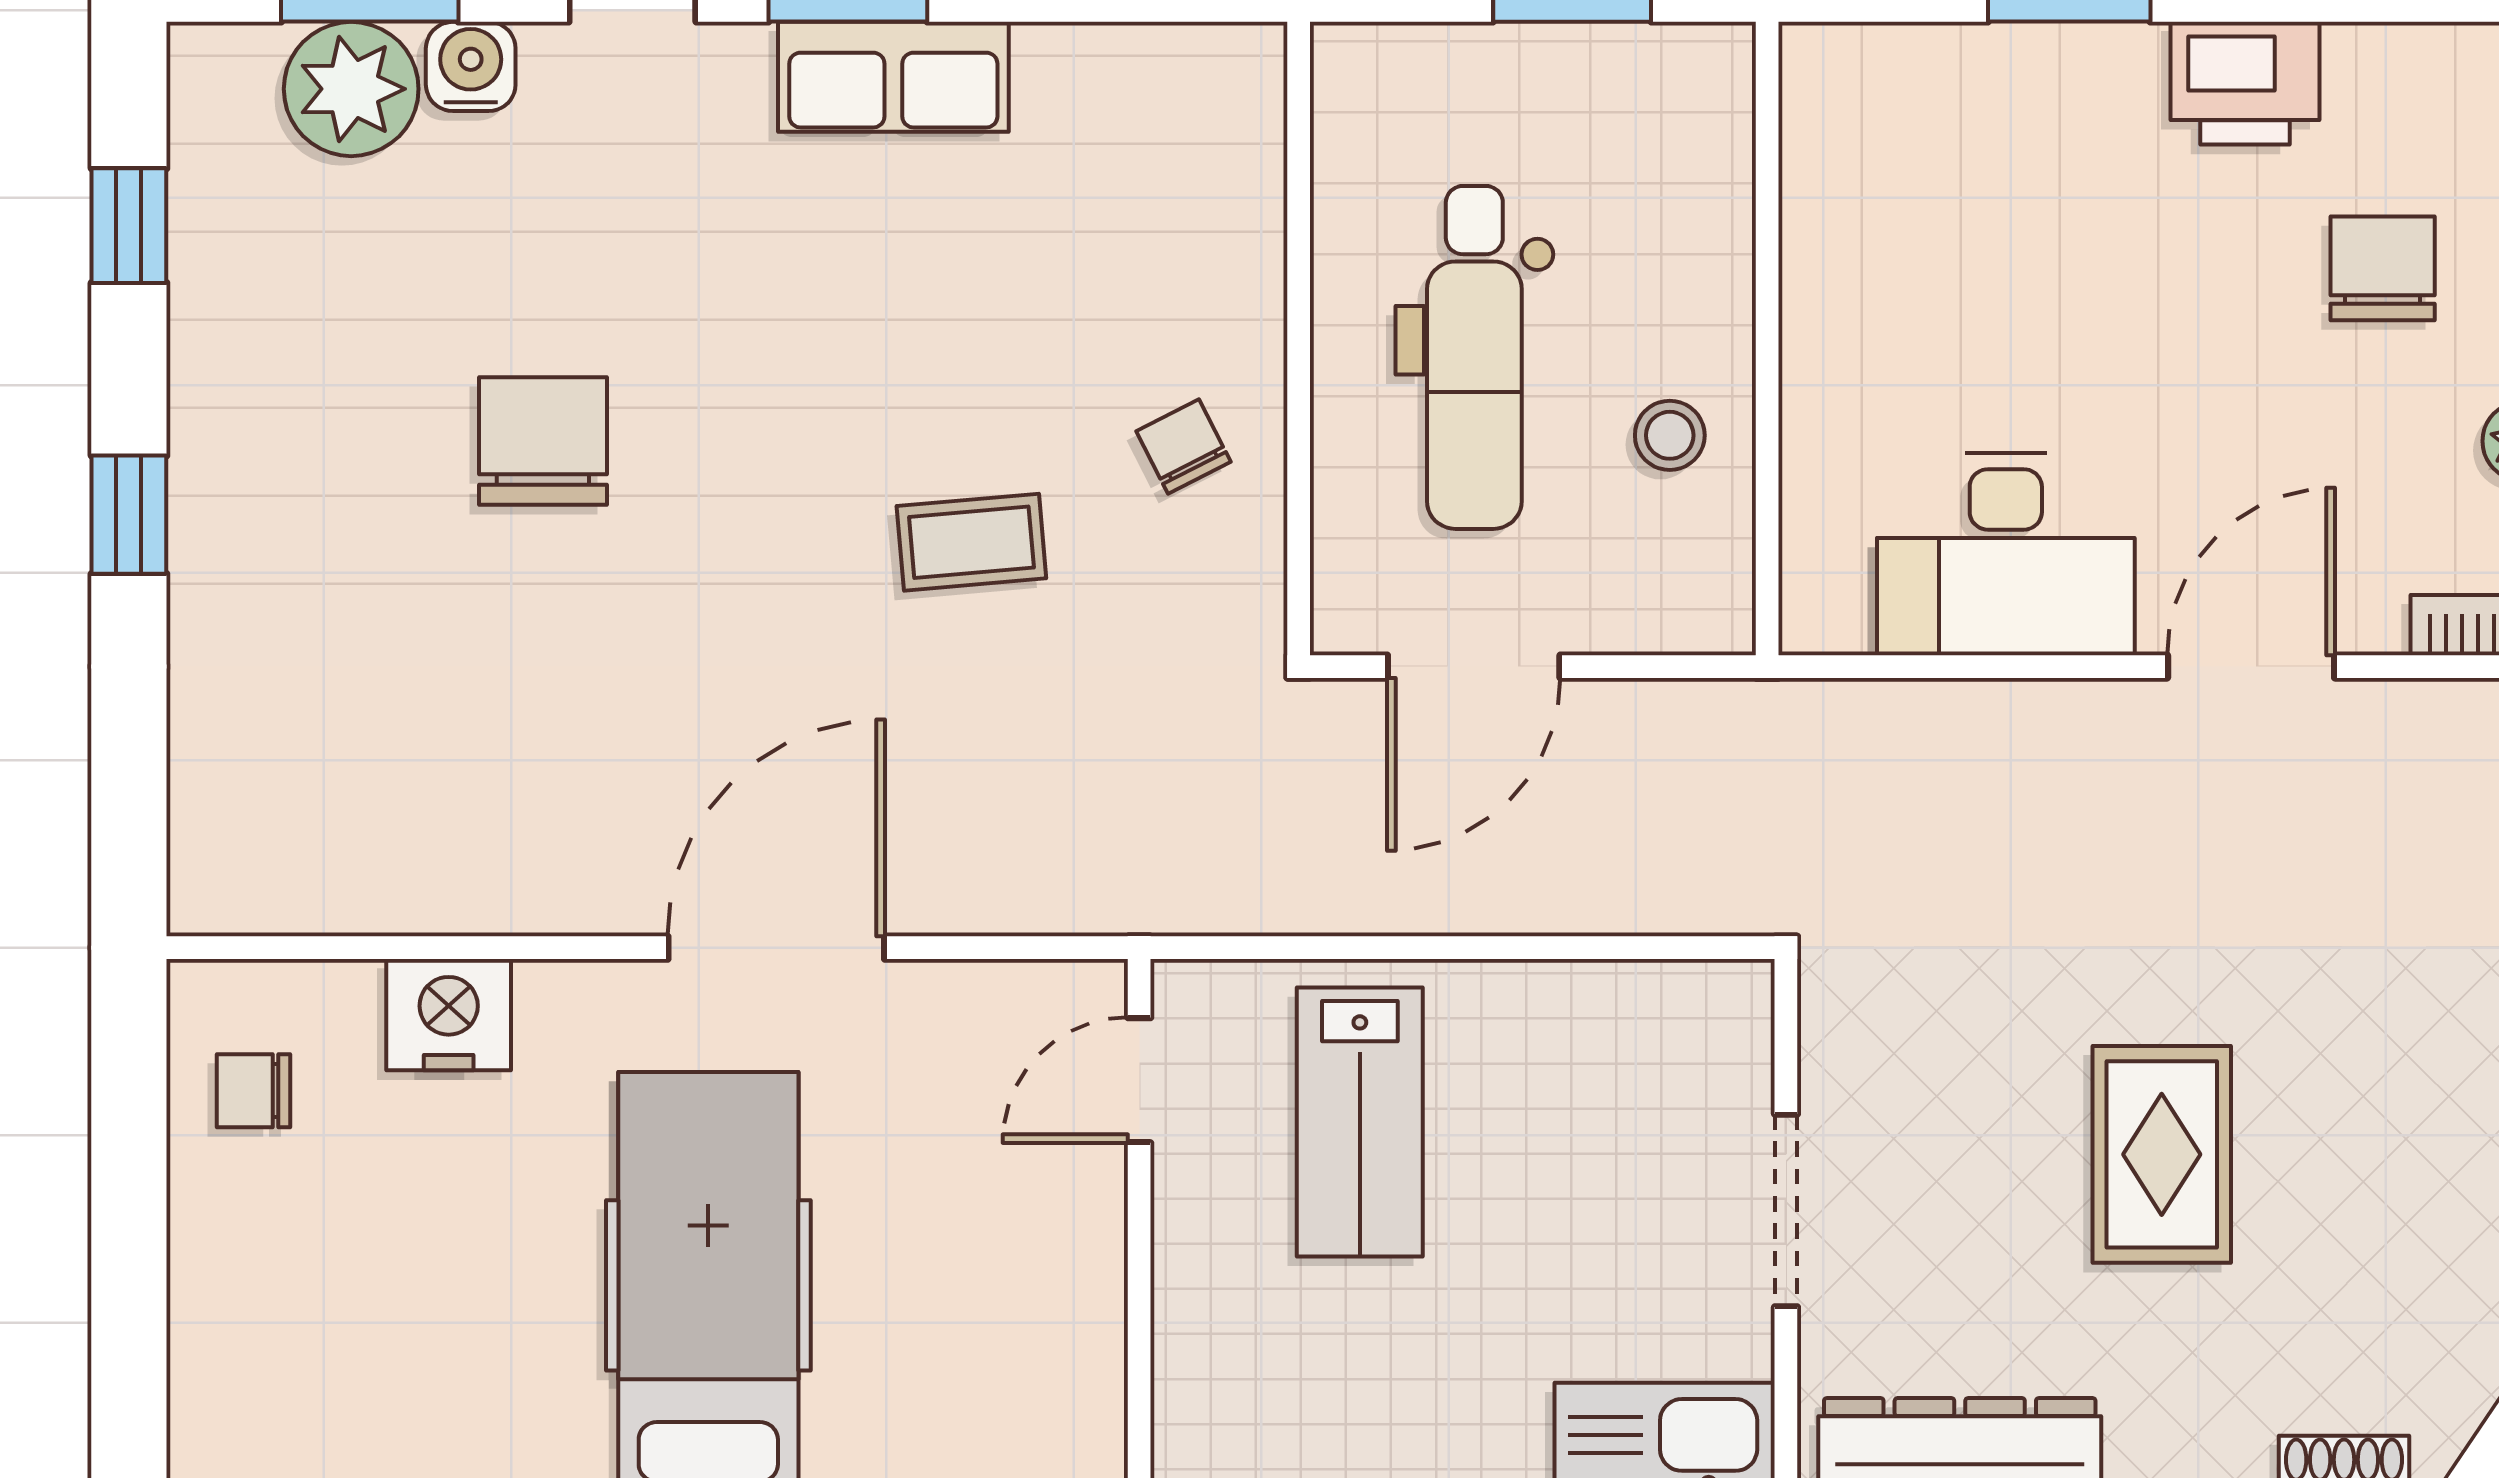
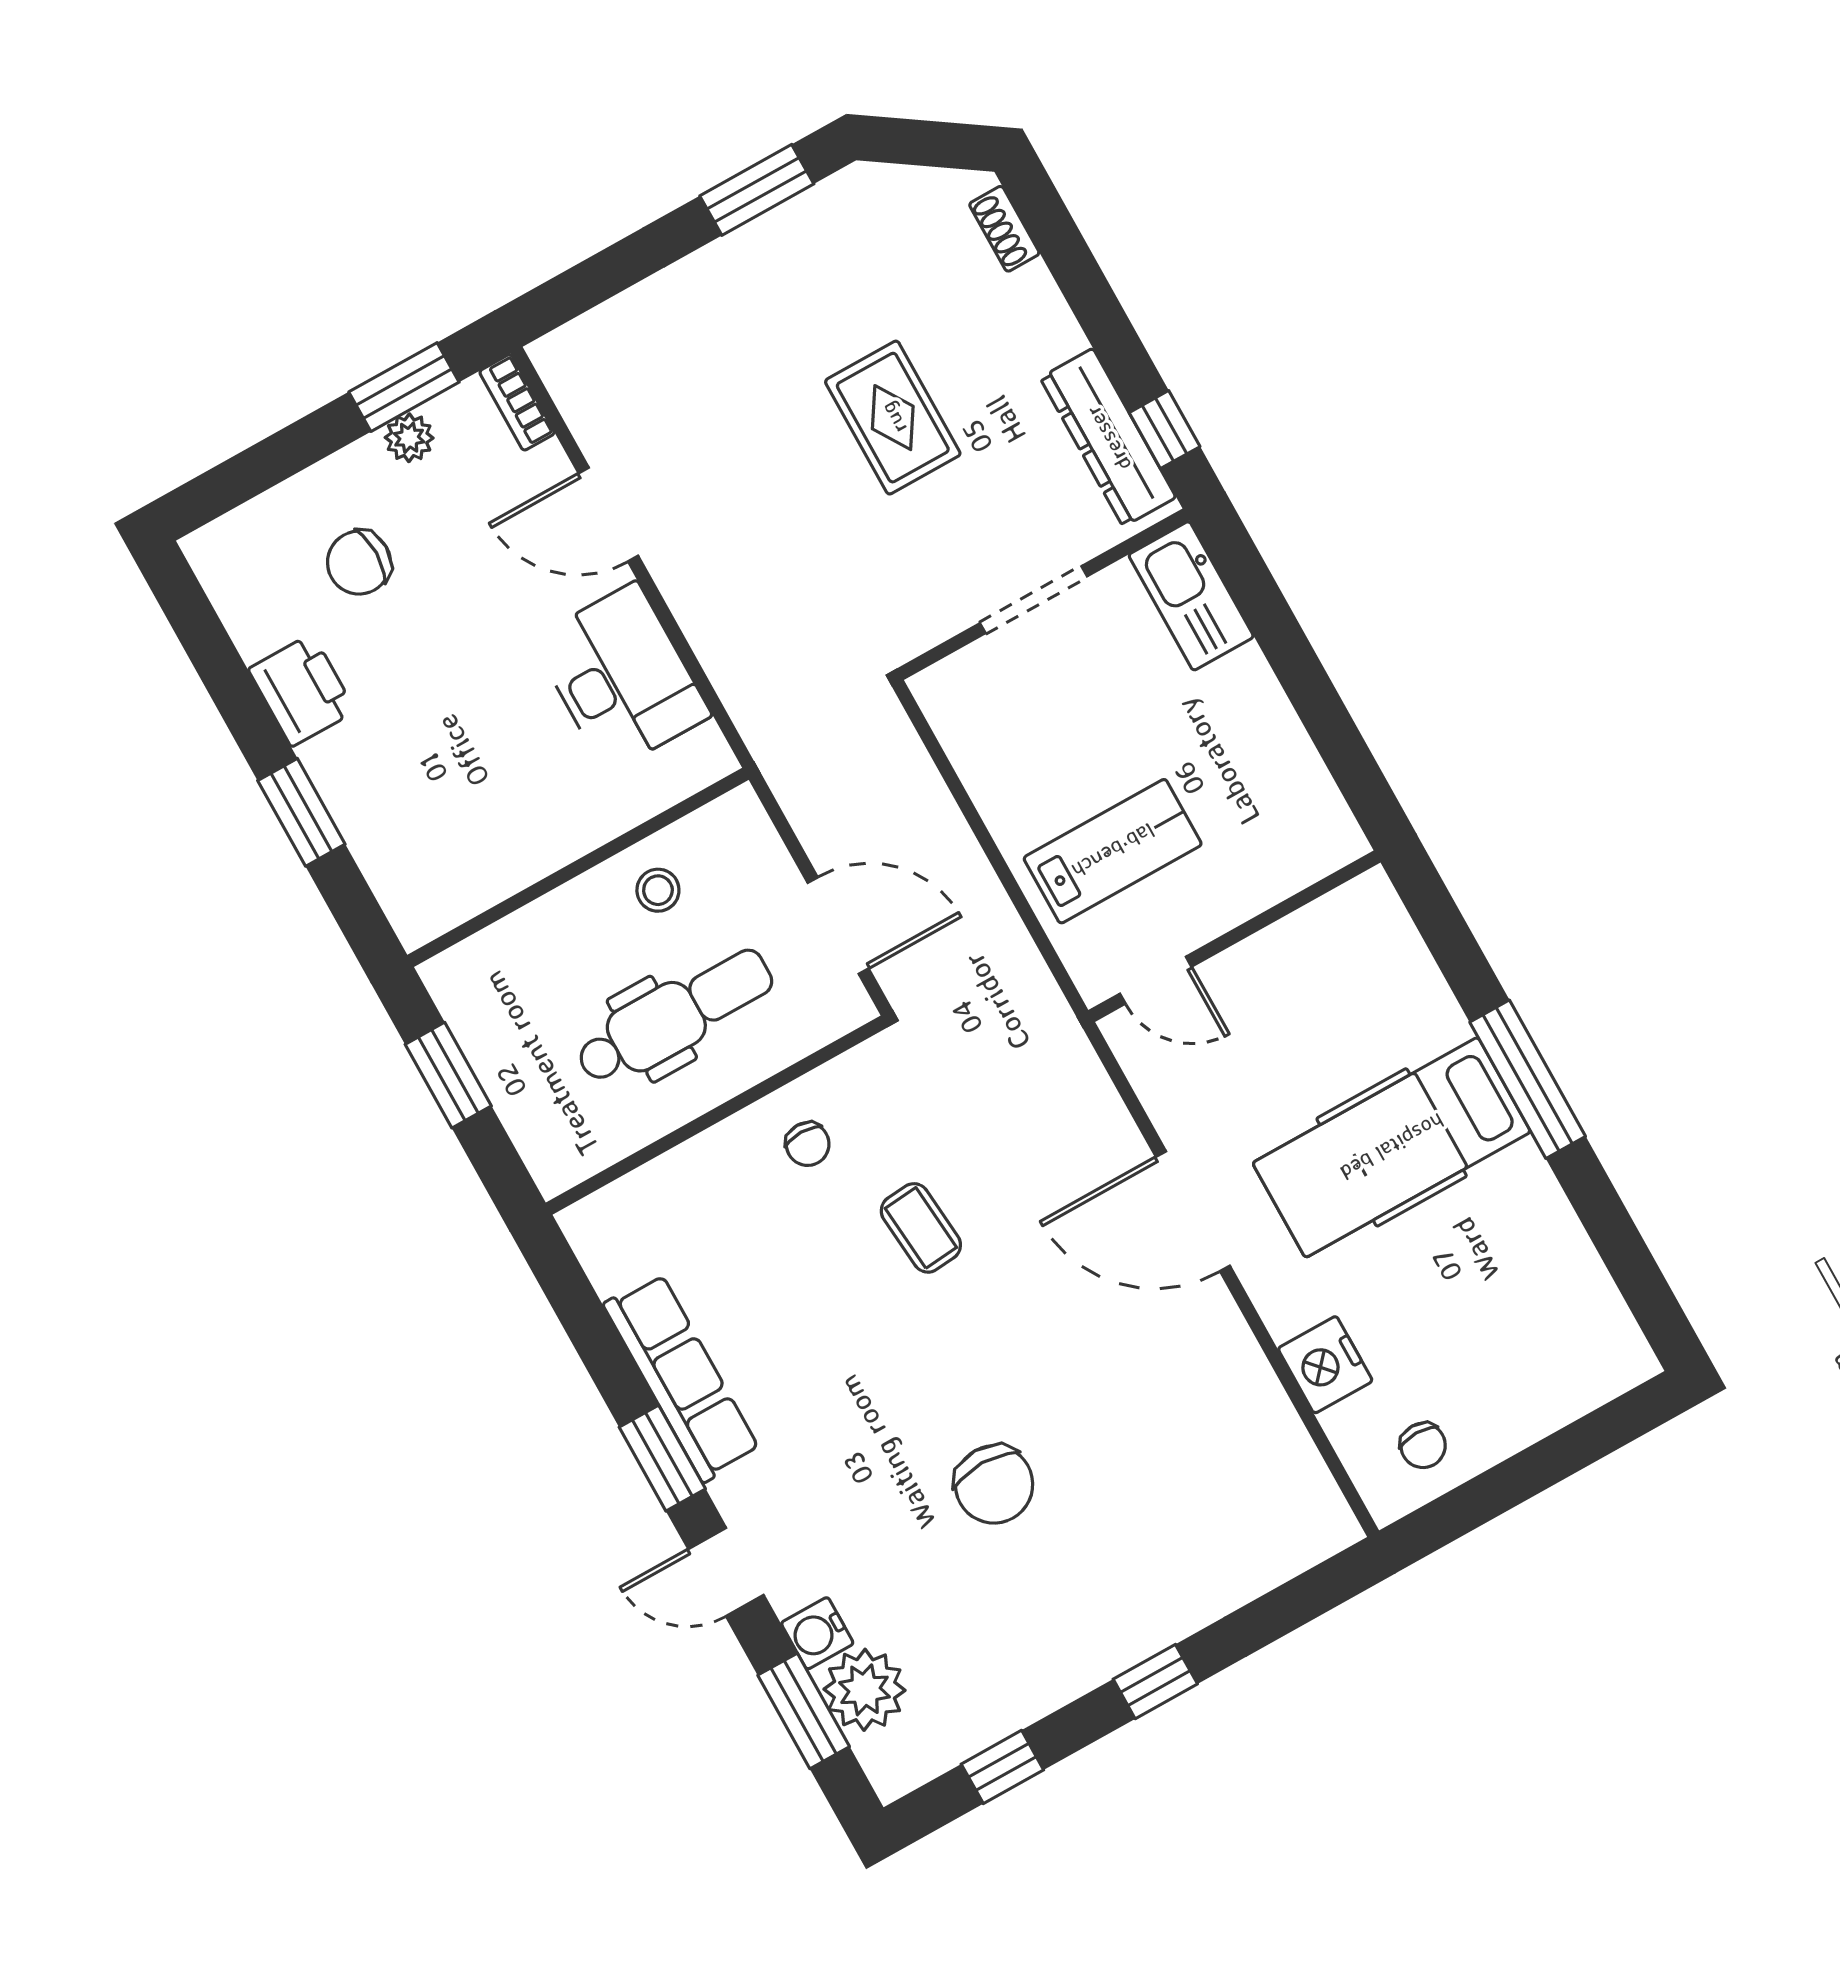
row of seats: (893, 77) -> (682, 1378), width x1.48
chair: (543, 441) -> (994, 1484), turned -90
chair: (1183, 447) -> (808, 1144), turned -63
rug: (2162, 1154) -> (893, 418), turned 90

